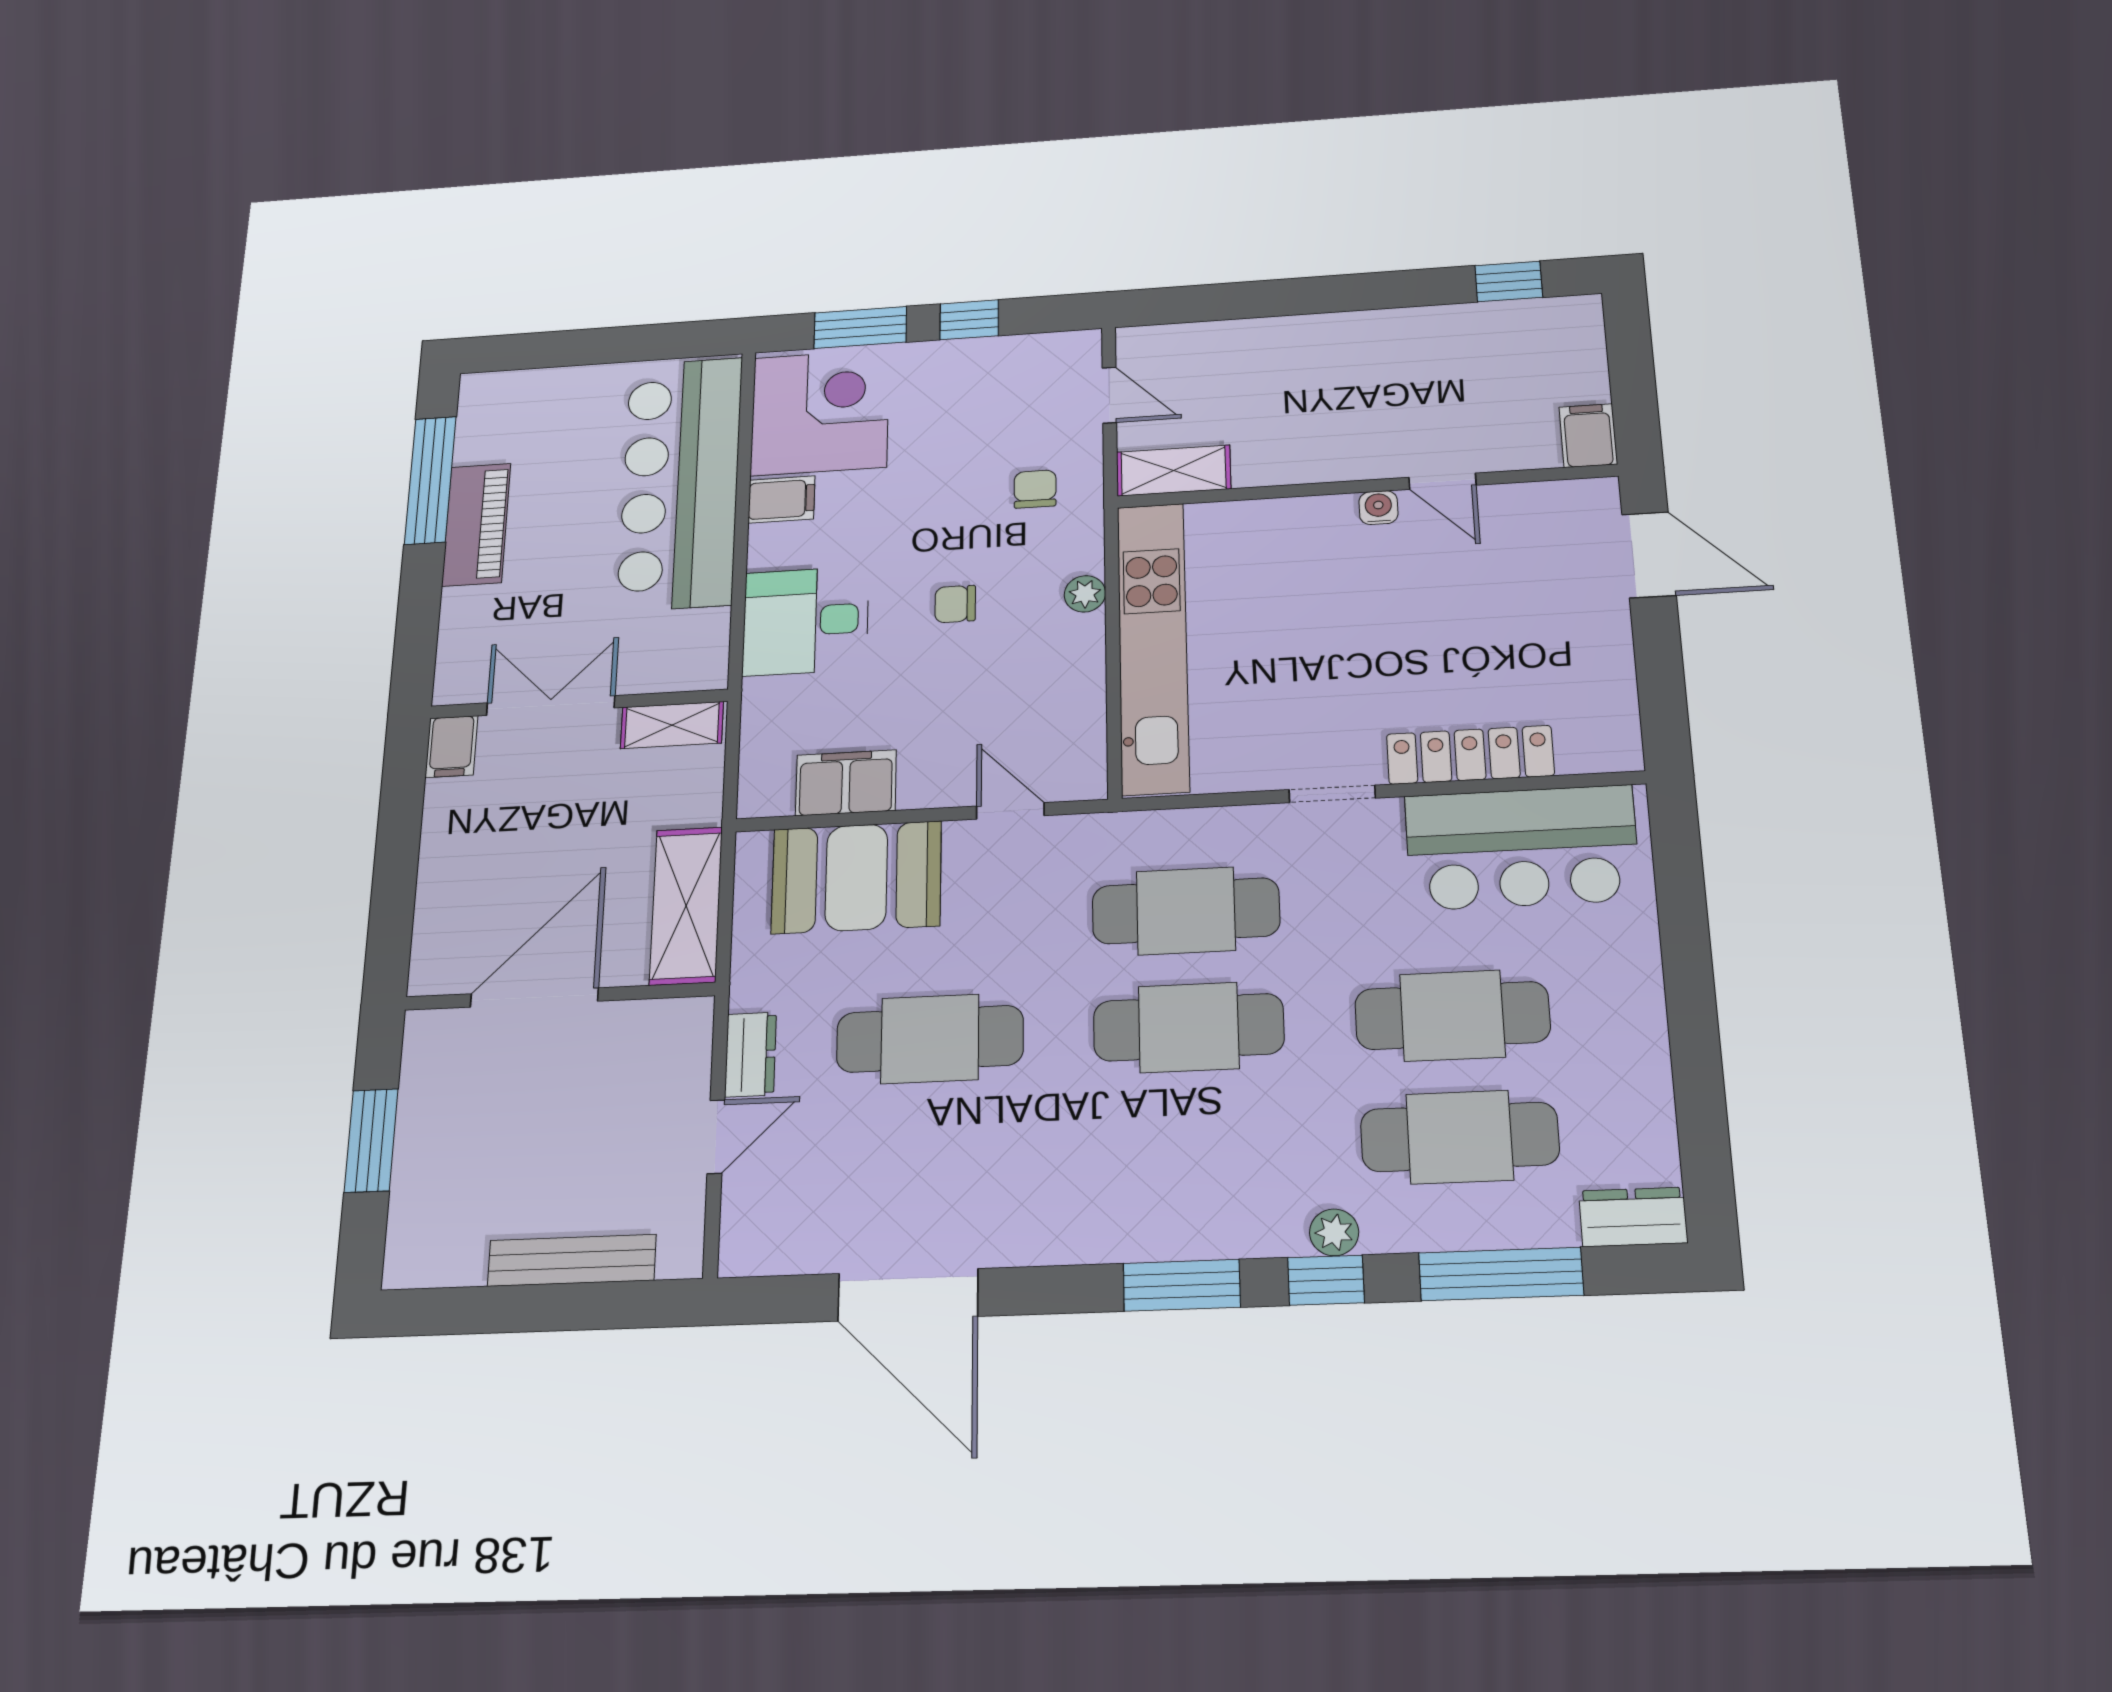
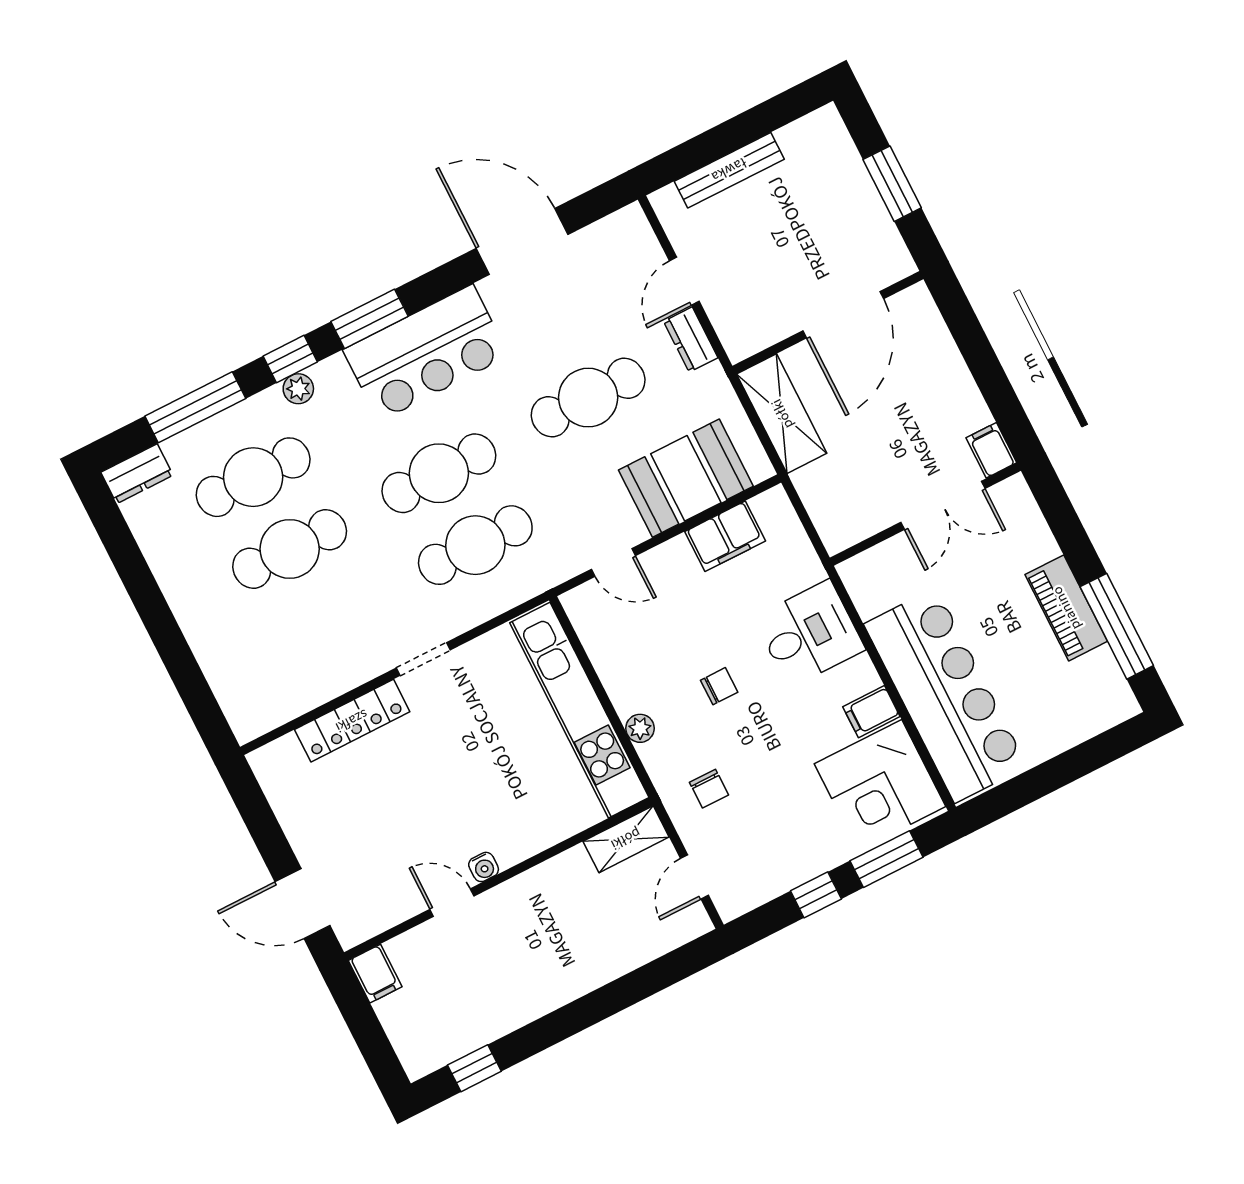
door: (1109, 395) -> (694, 877), hinge flipped
shelving: (672, 725) -> (857, 526), removed
bar counter: (1522, 848) -> (426, 353), moved, turned 180

